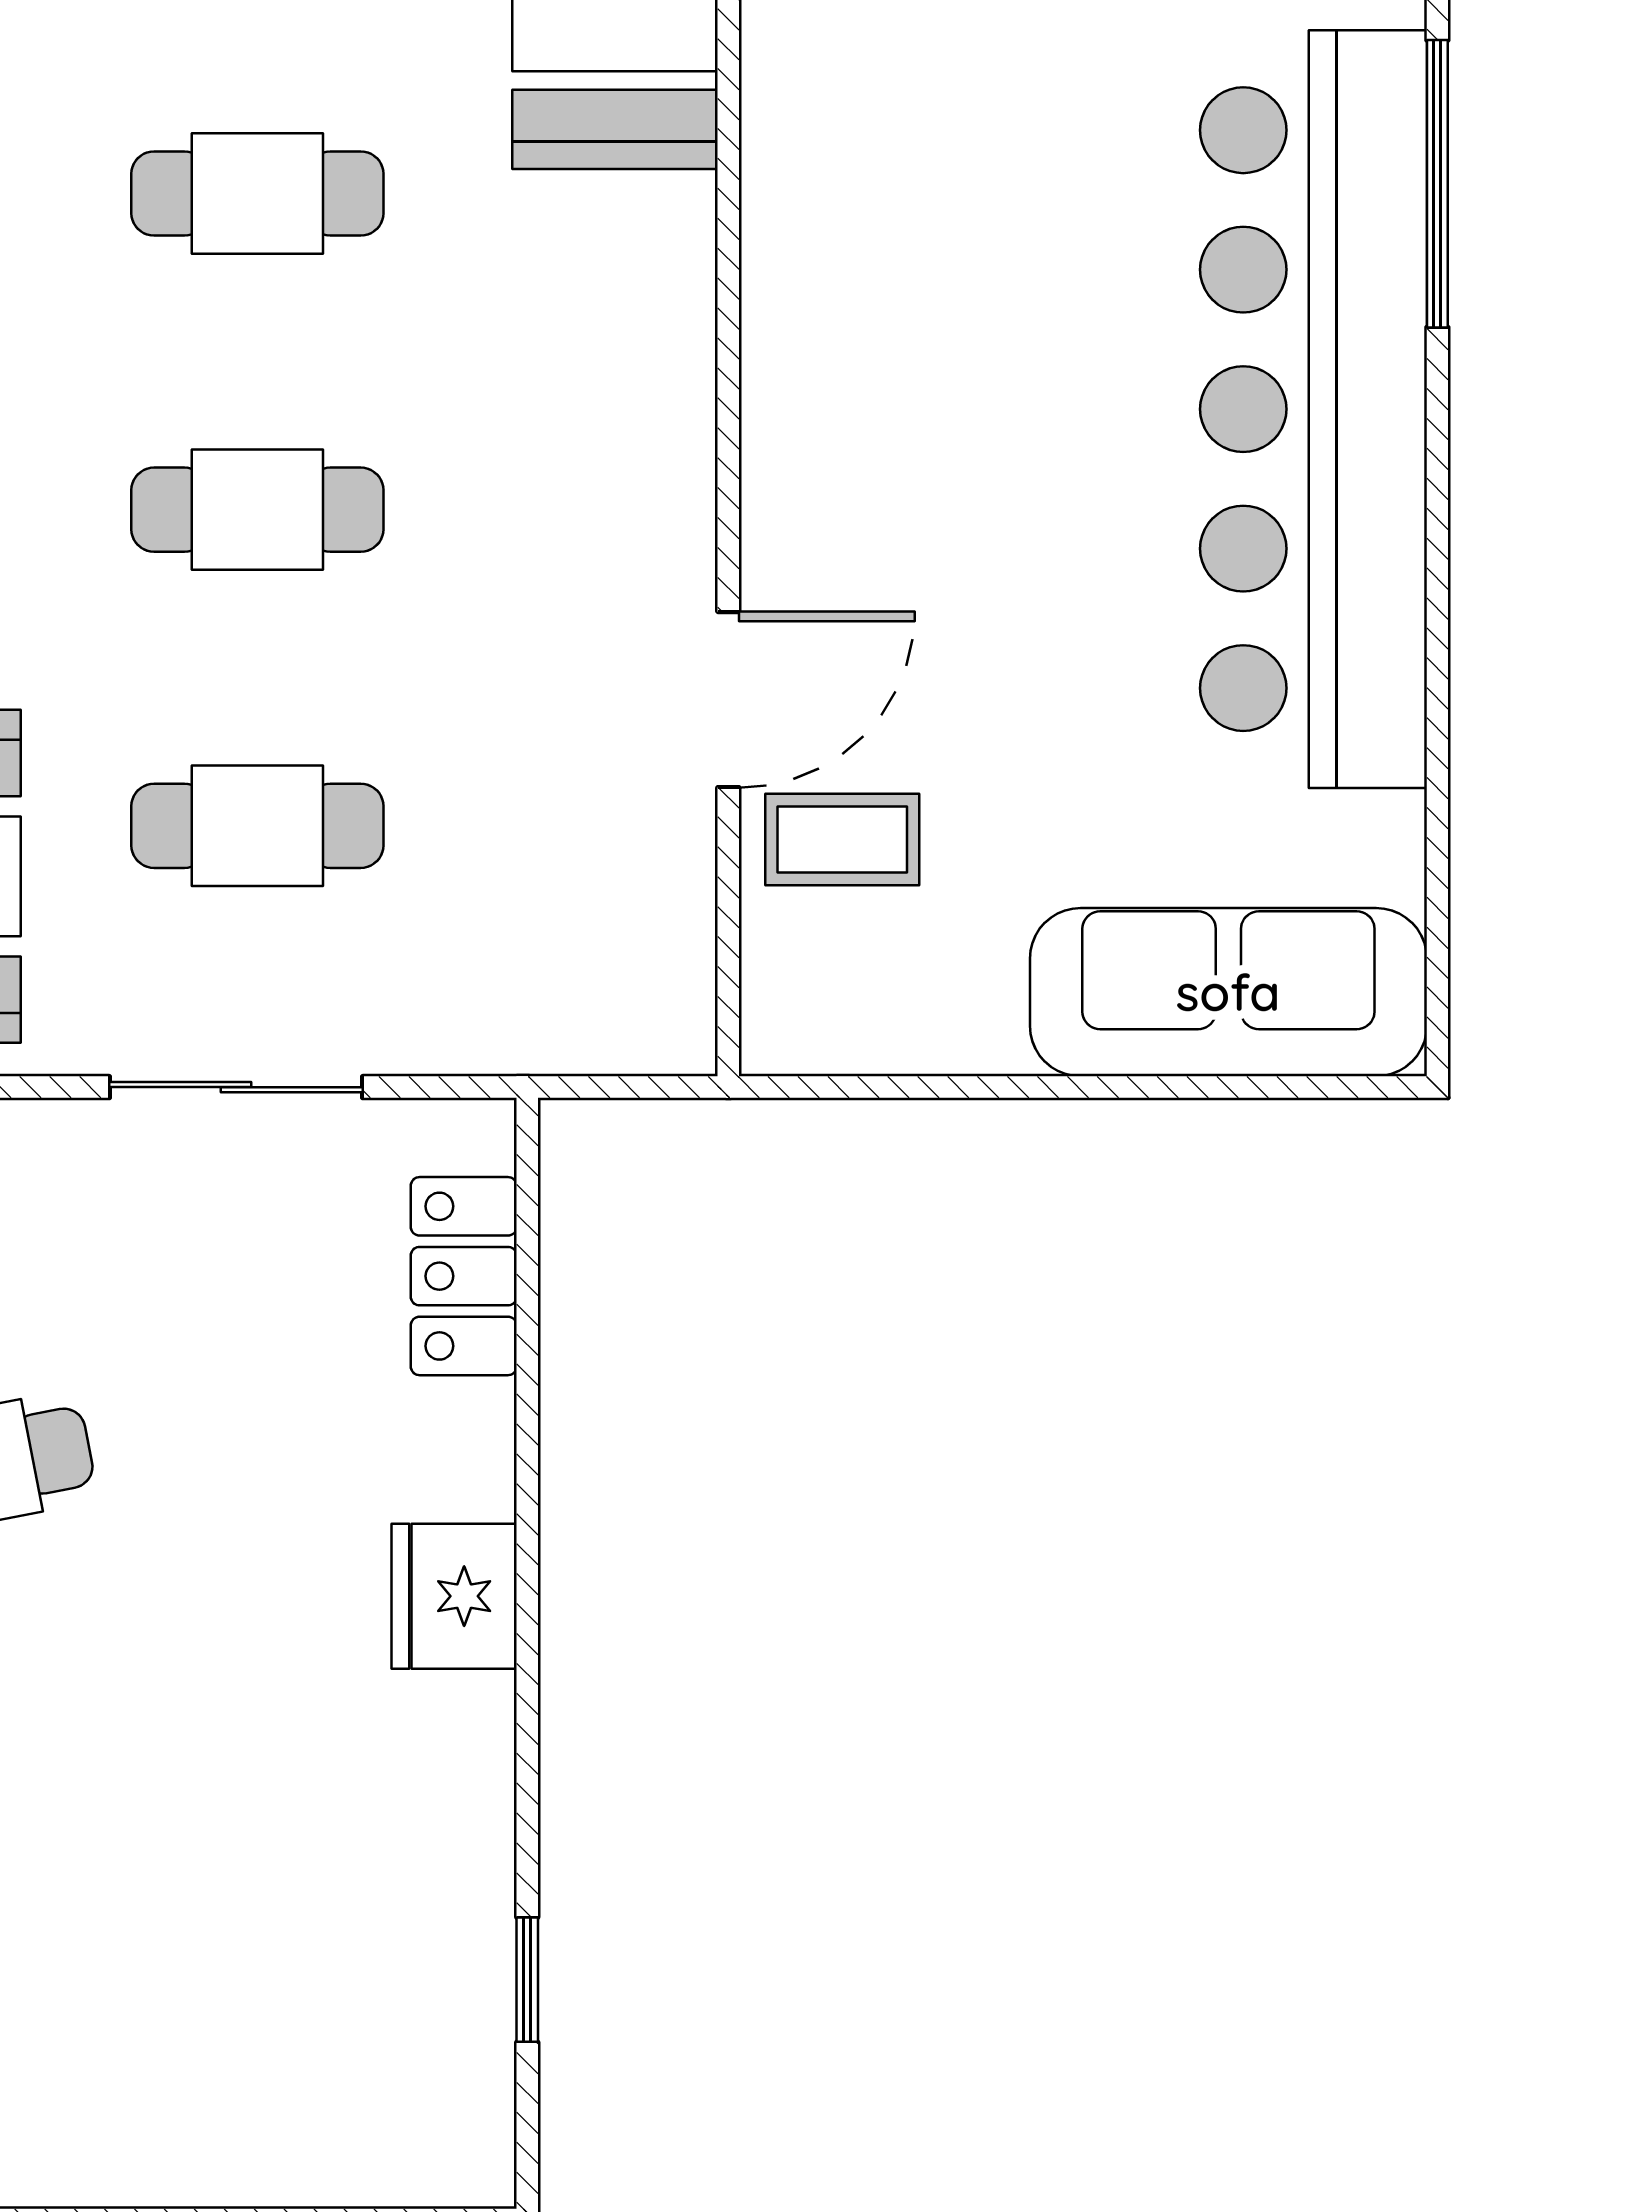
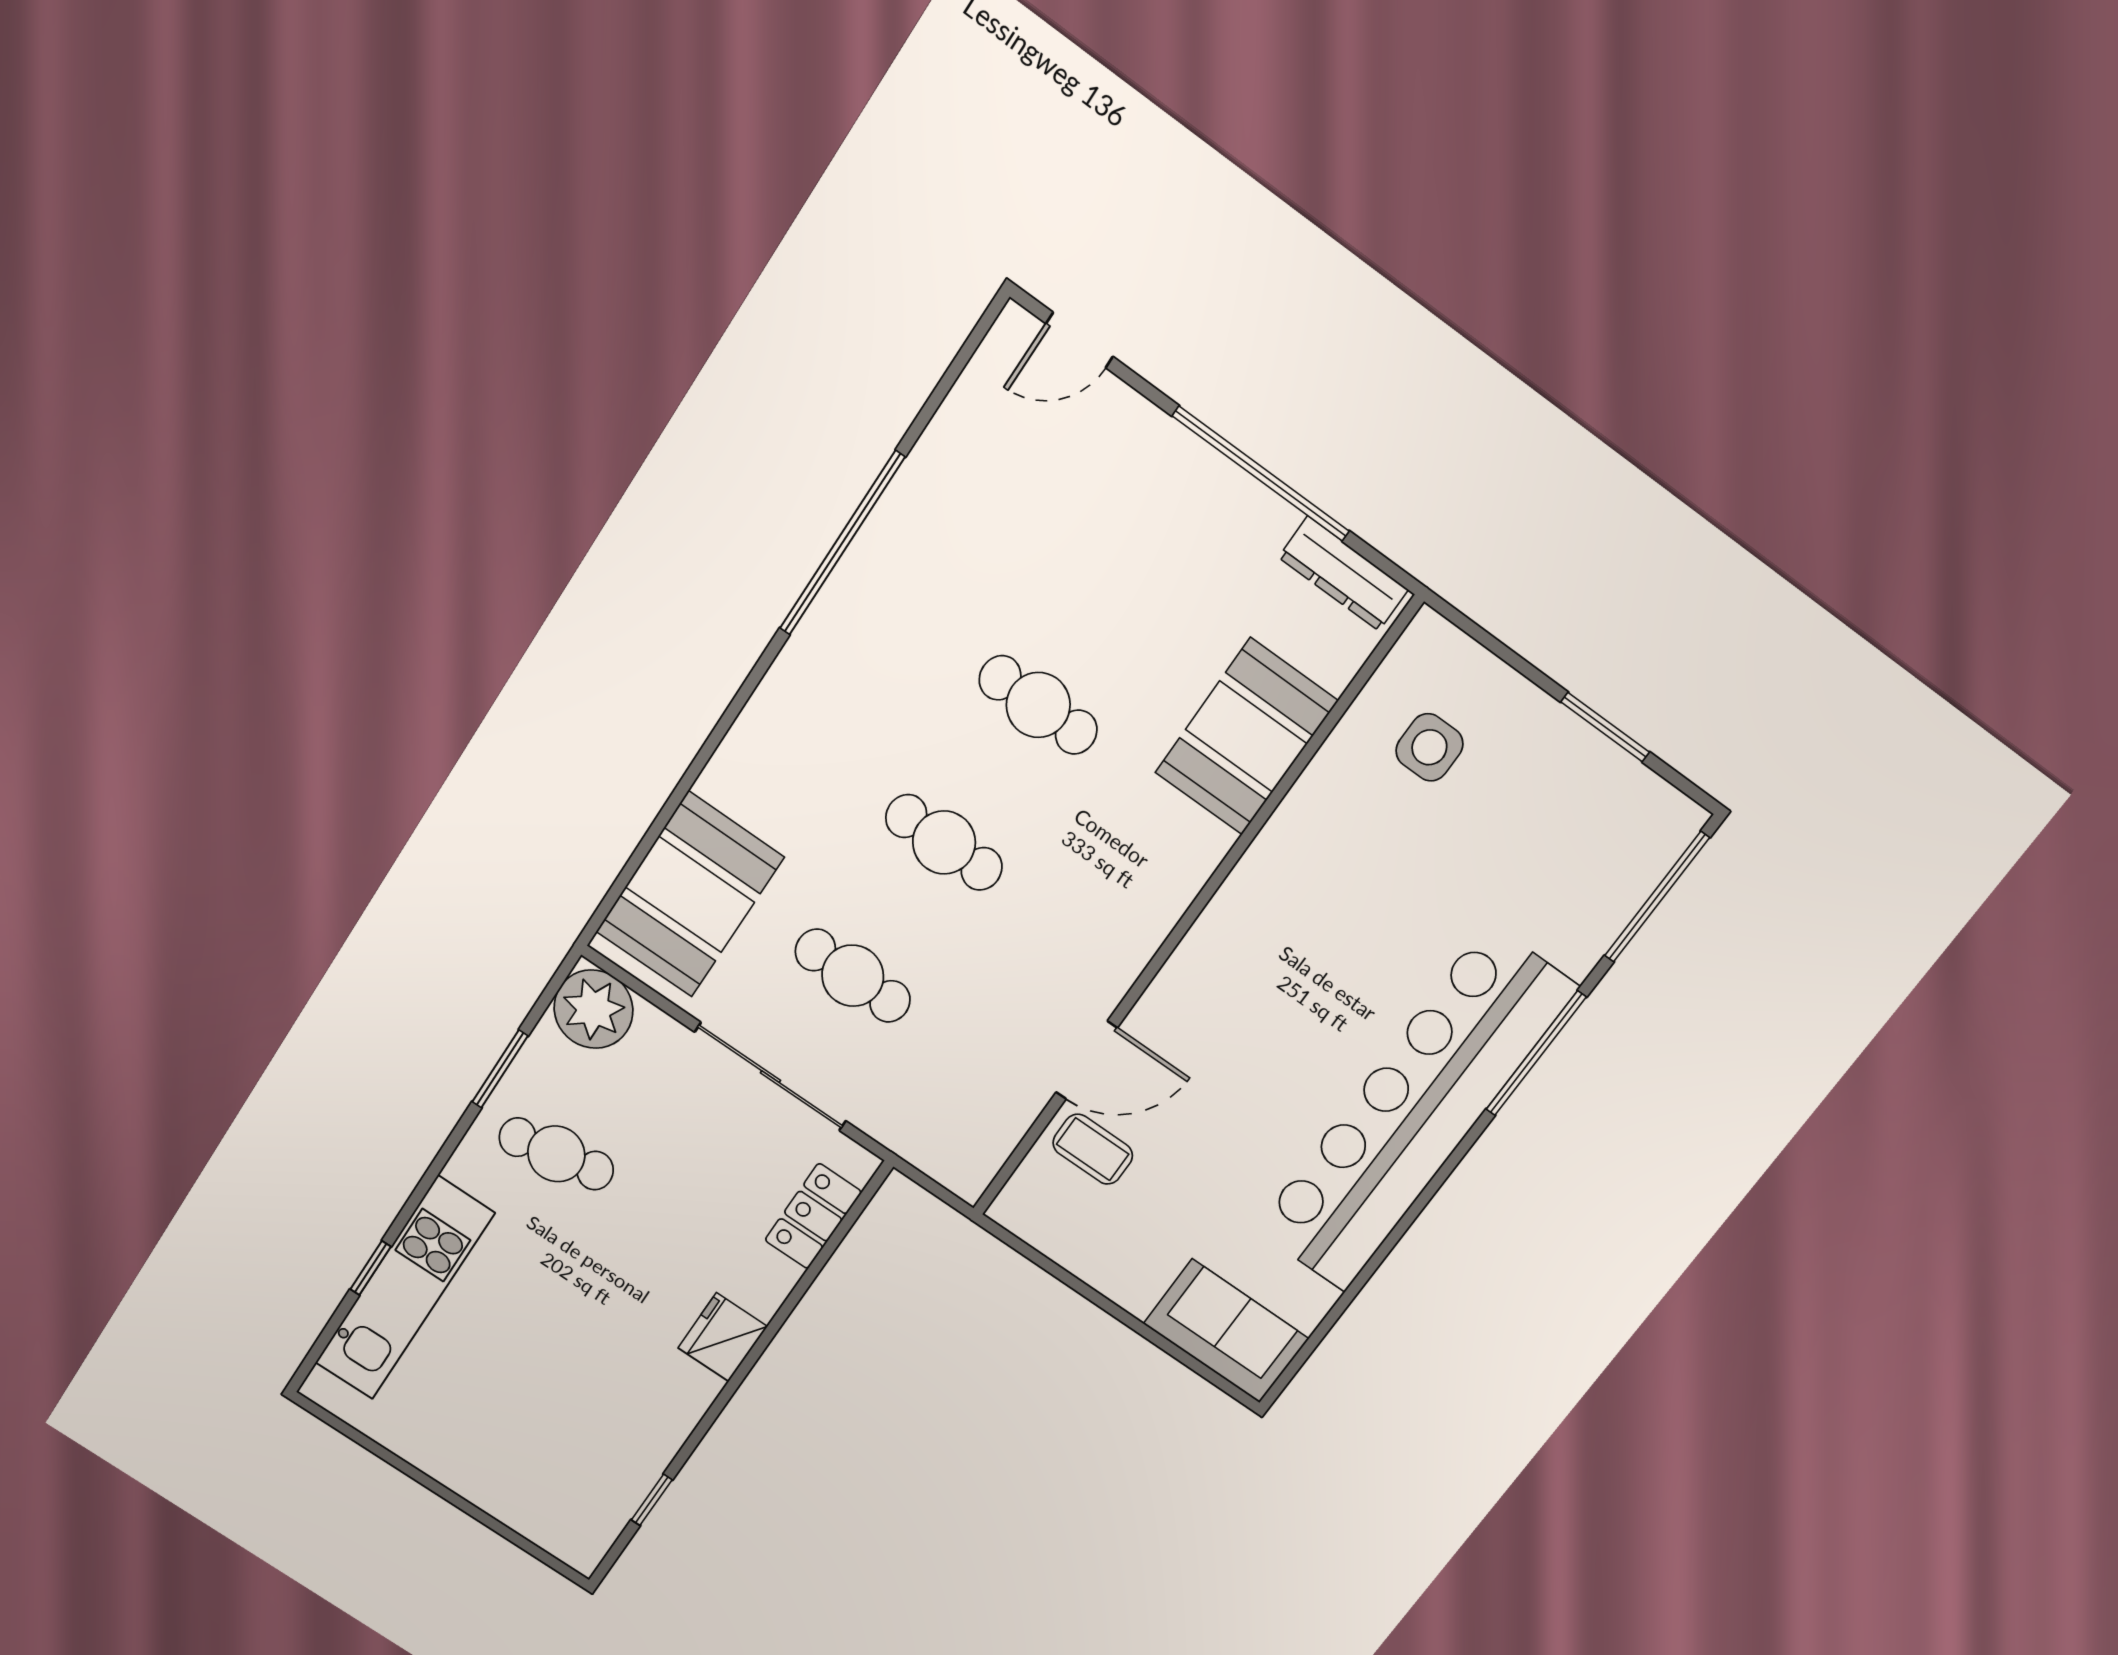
sofa: (1228, 992) -> (1226, 1331), width x0.73
sliding door: (236, 1087) -> (770, 1077), width x1.37

